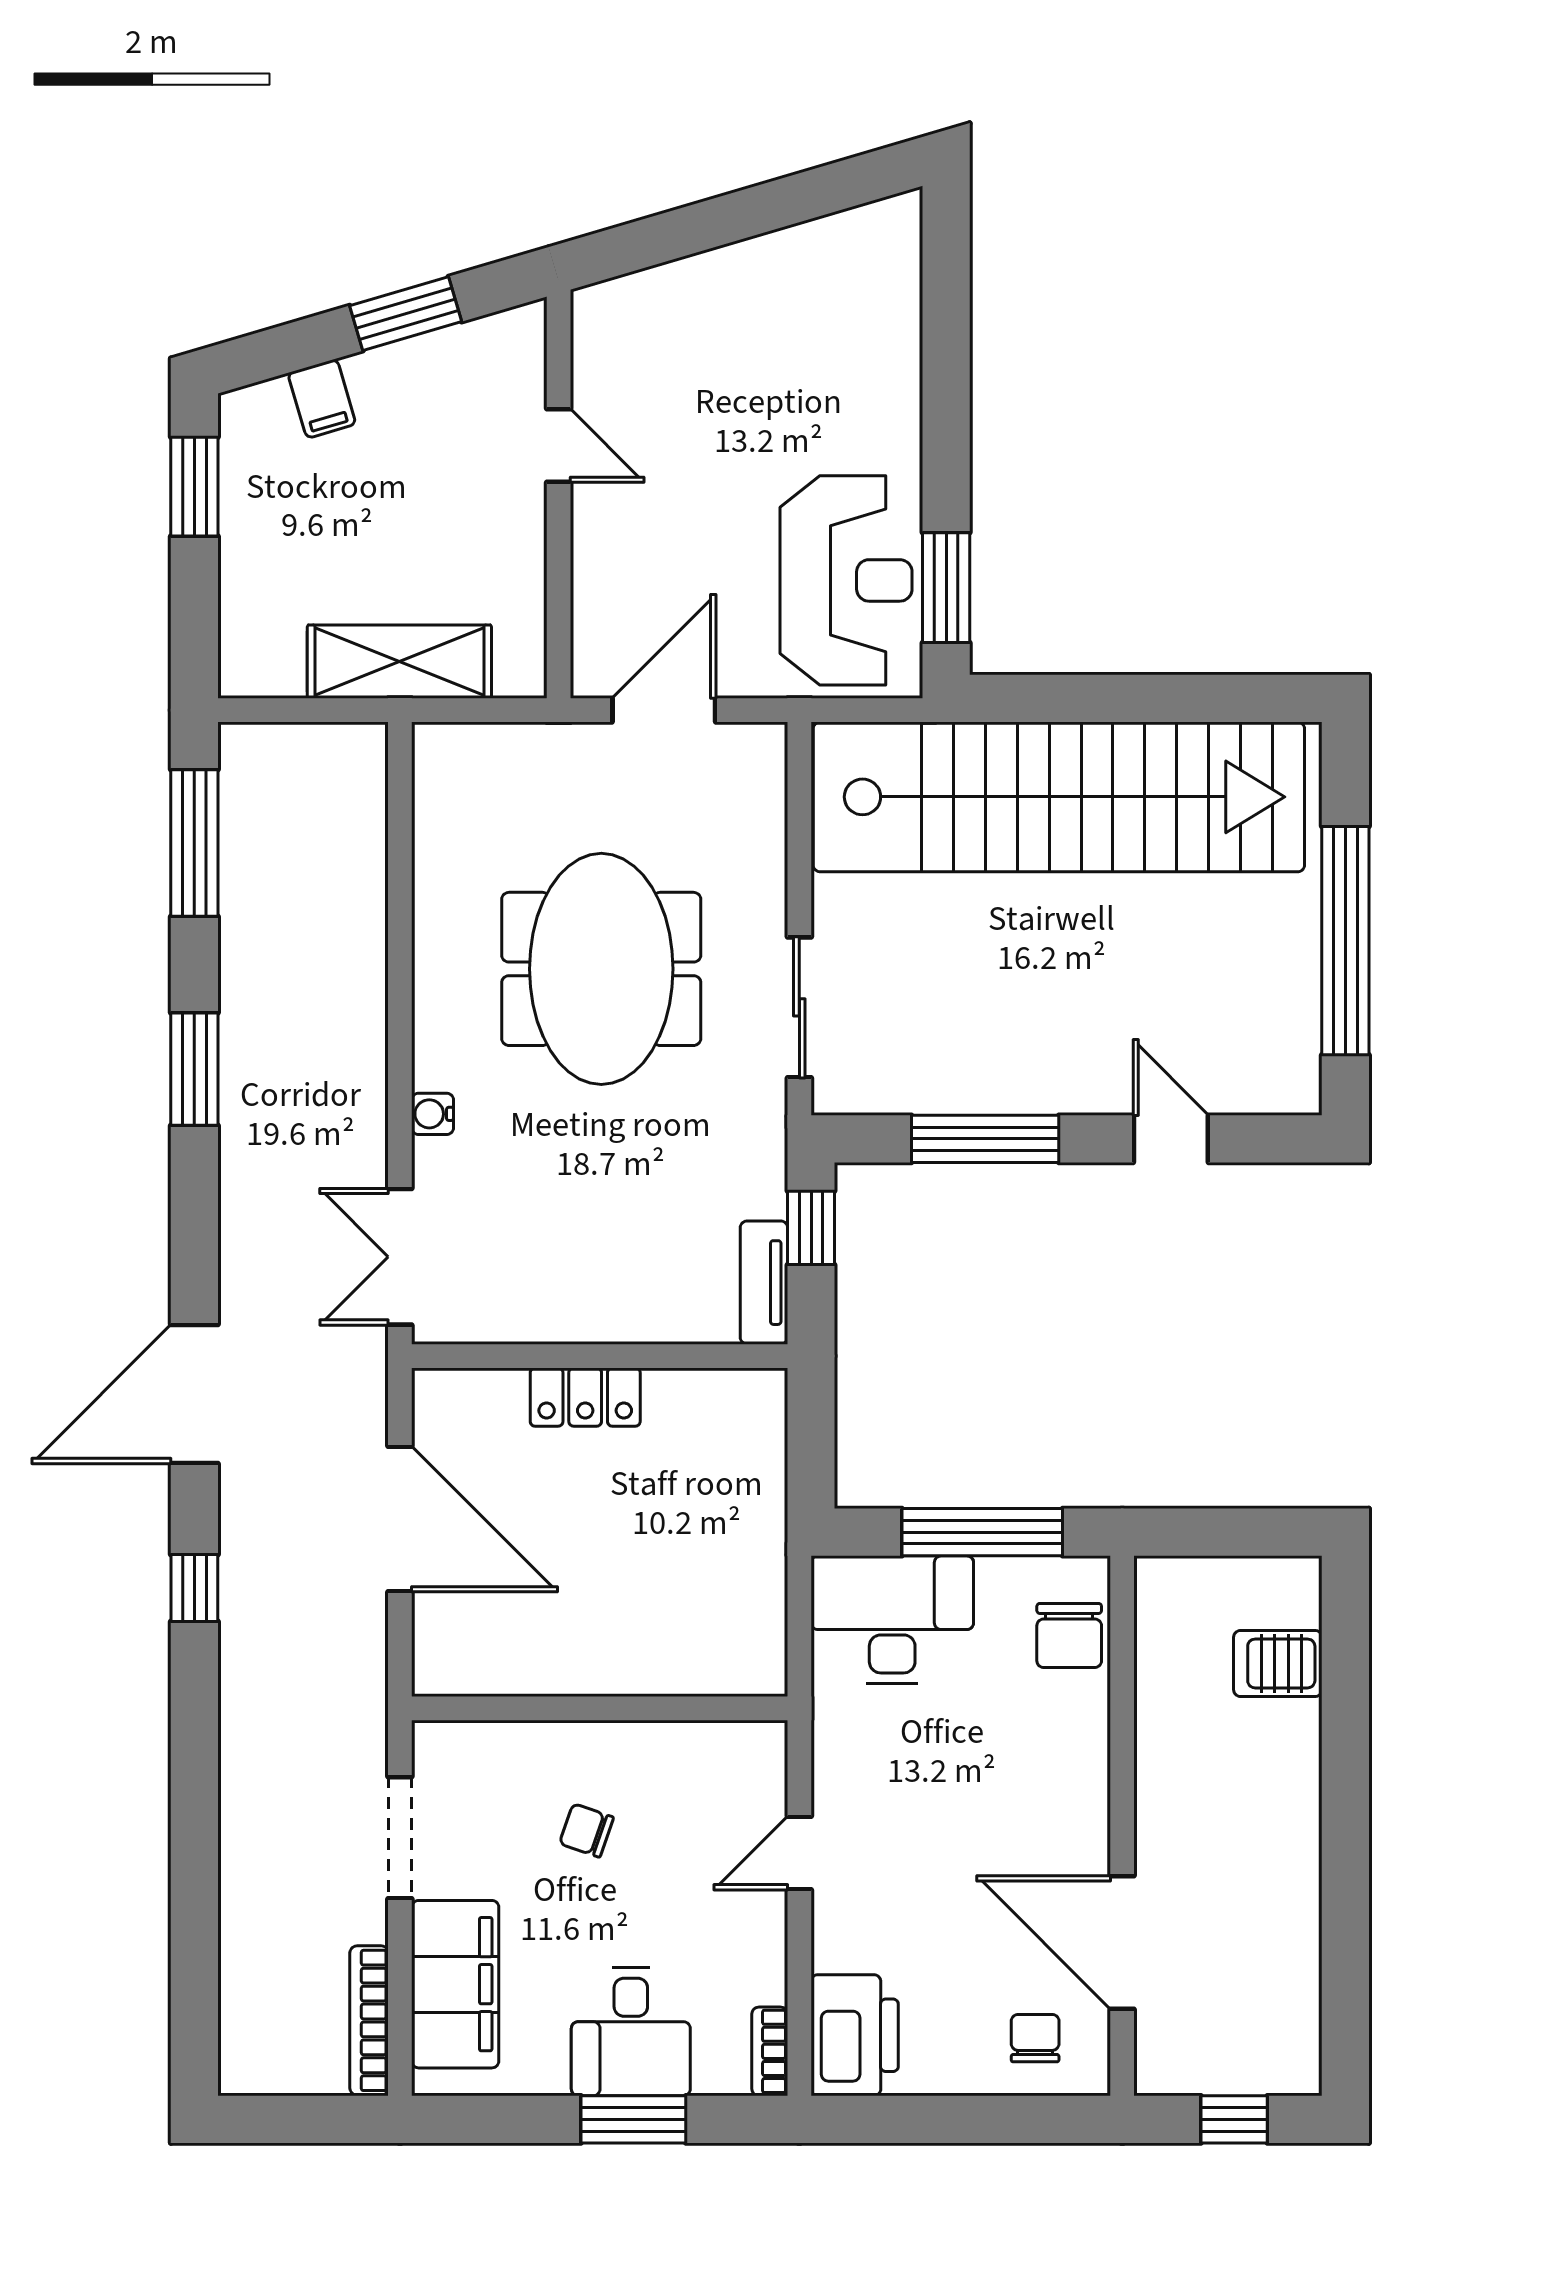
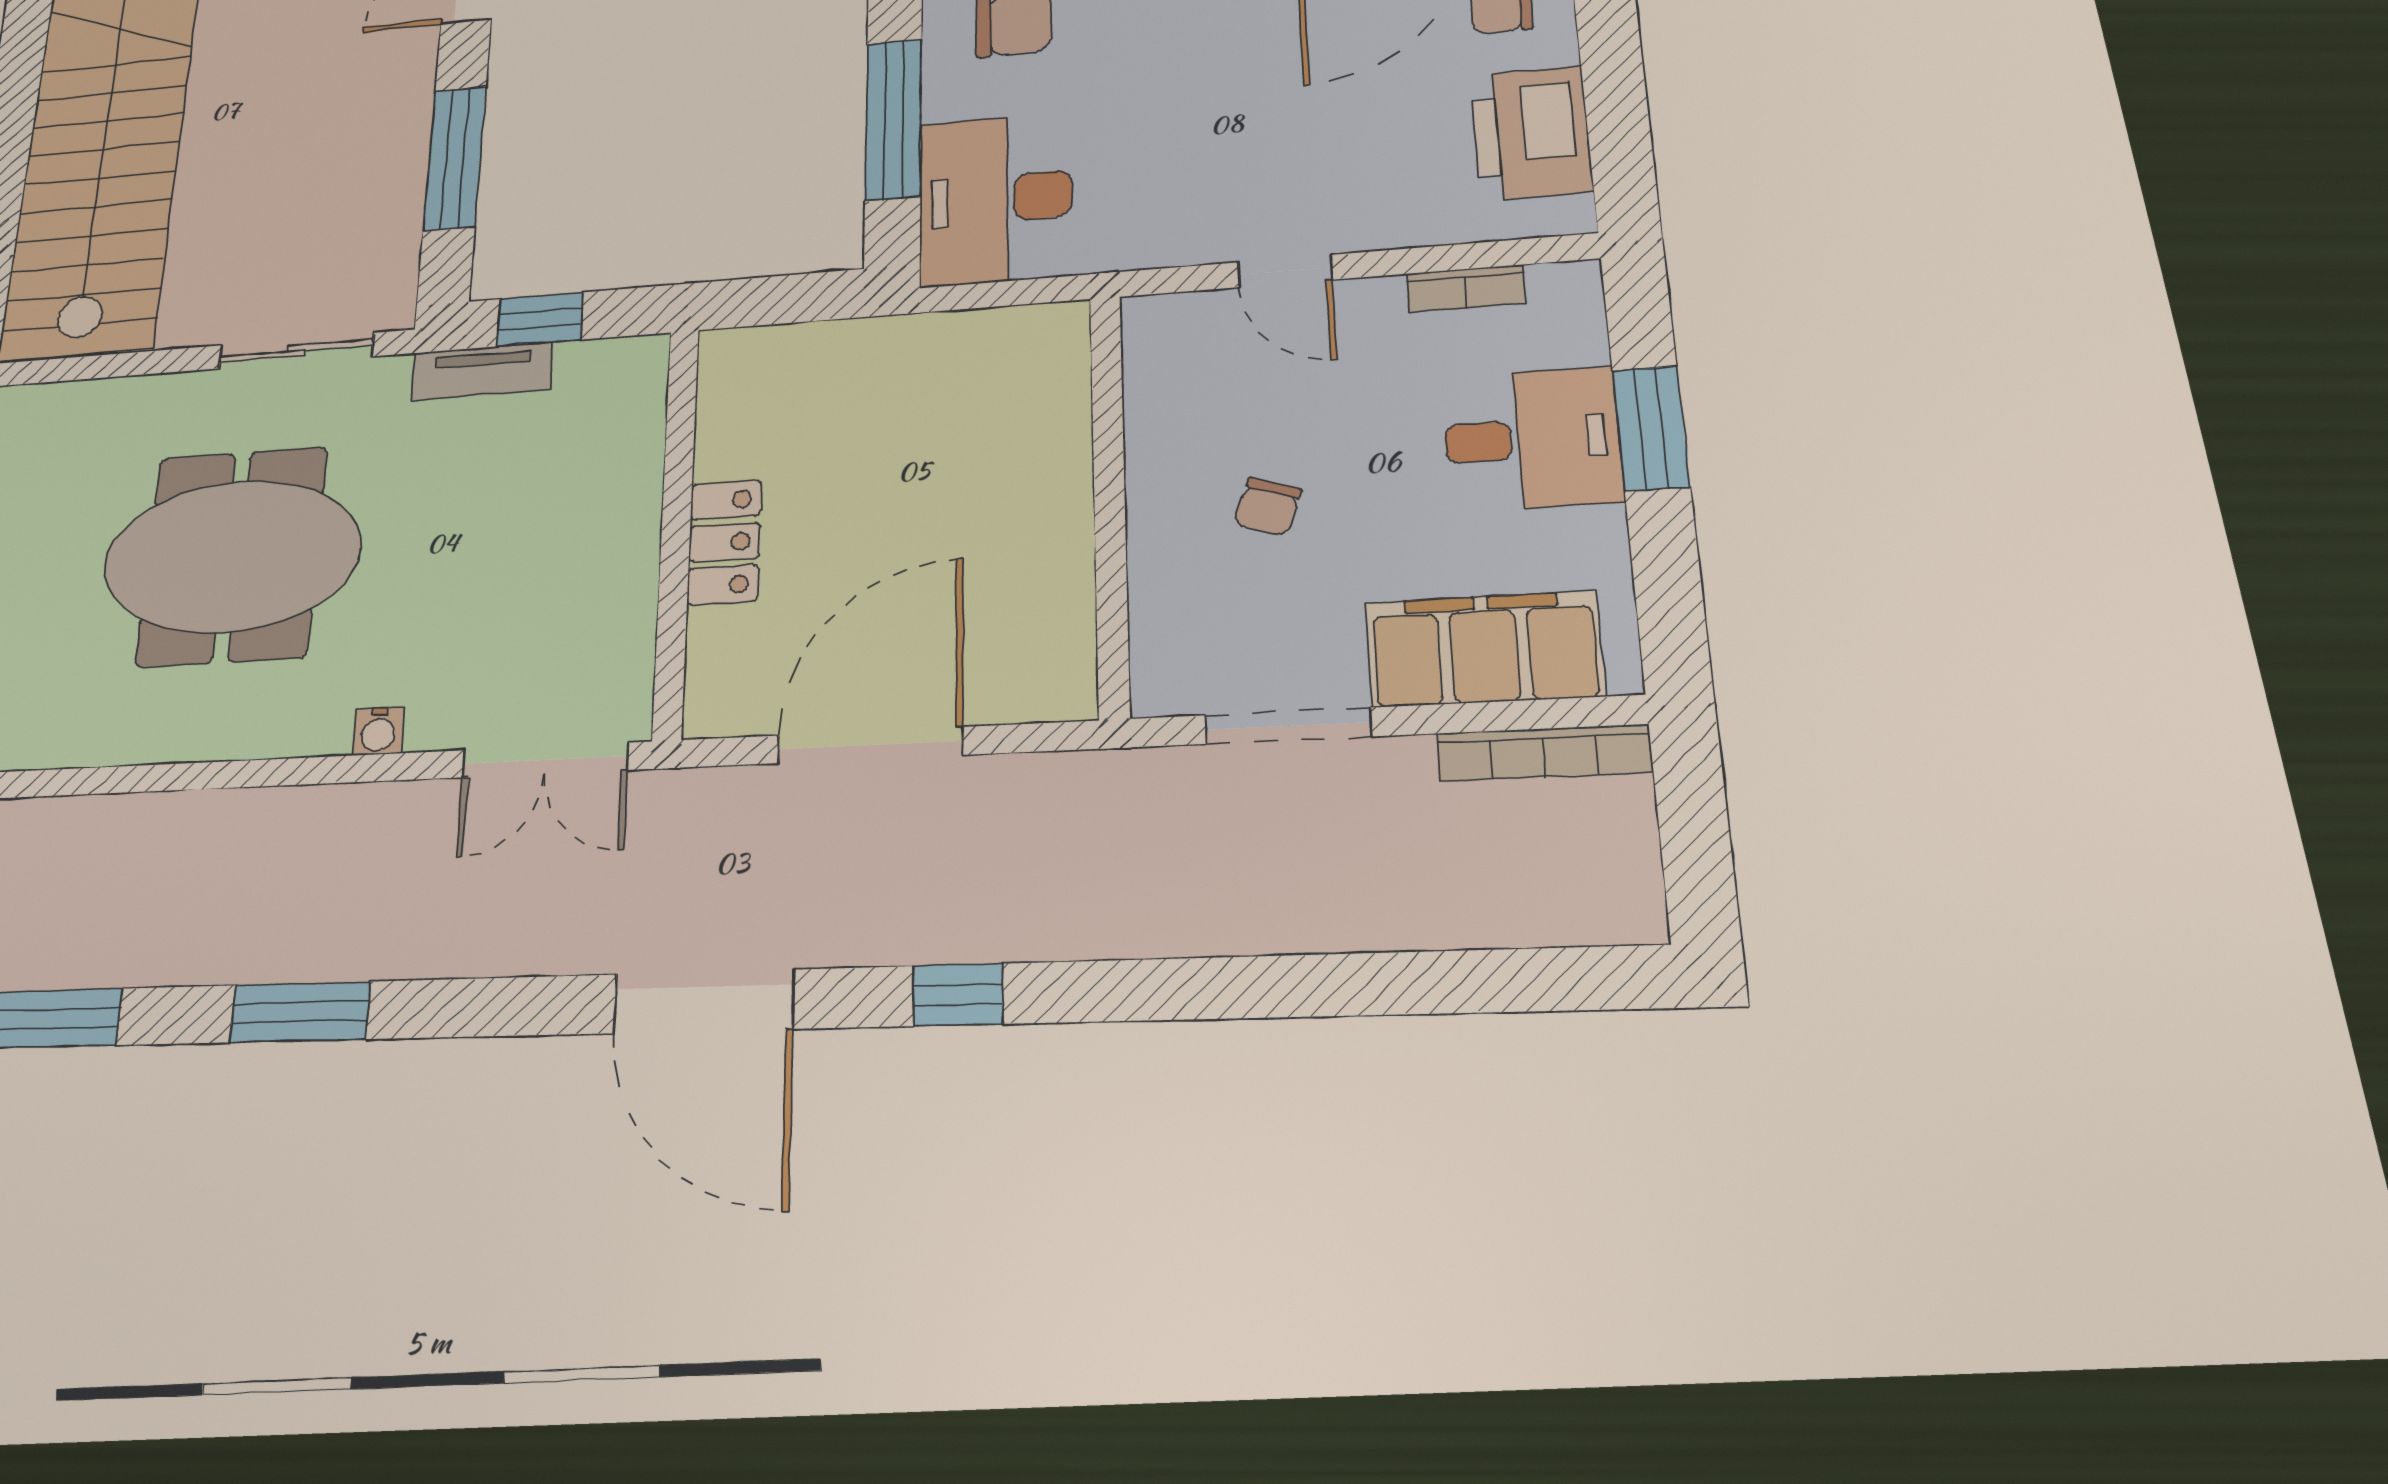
tv unit: (764, 1283) -> (482, 371), moved
printer: (855, 2035) -> (1531, 133), moved, turned -90
bookcase: (770, 2051) -> (1466, 288), moved

